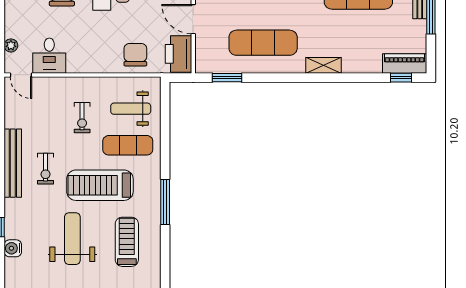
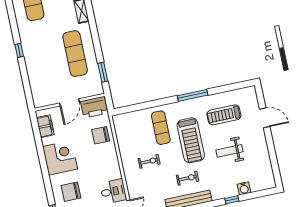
weight bench: (131, 109) -> (136, 131), removed
weight bench: (72, 239) -> (229, 151), width x0.73, depth x0.75

